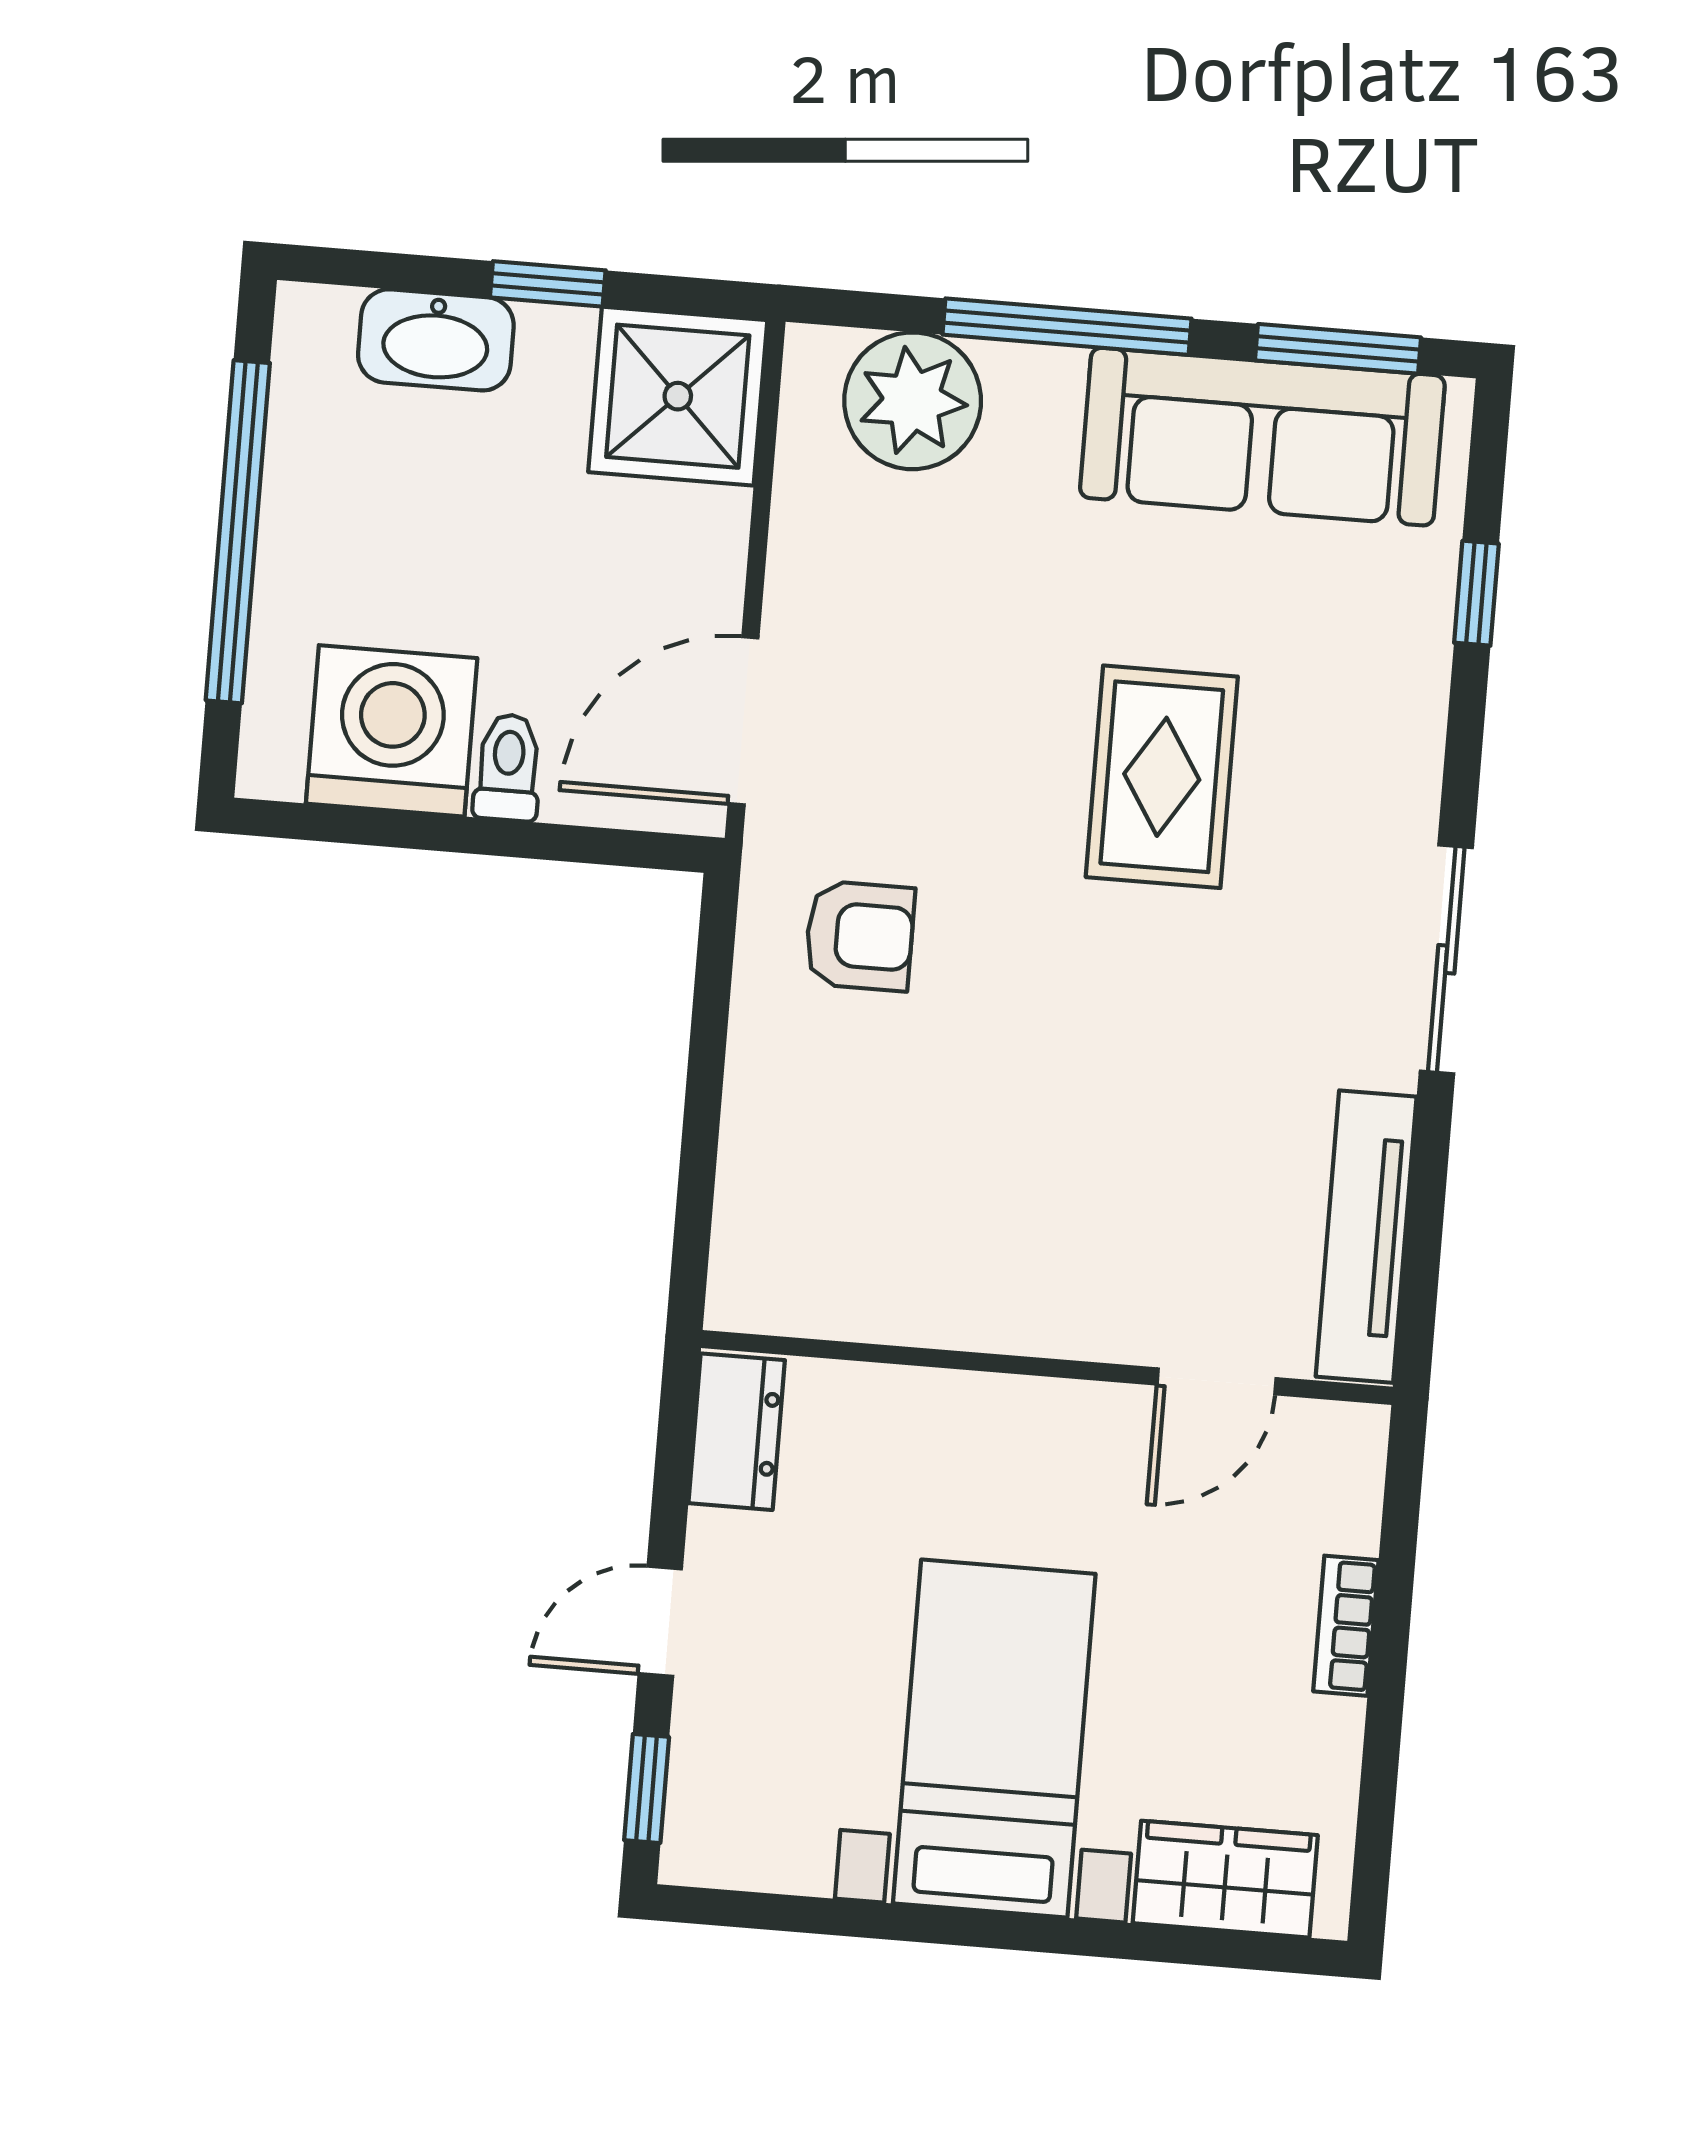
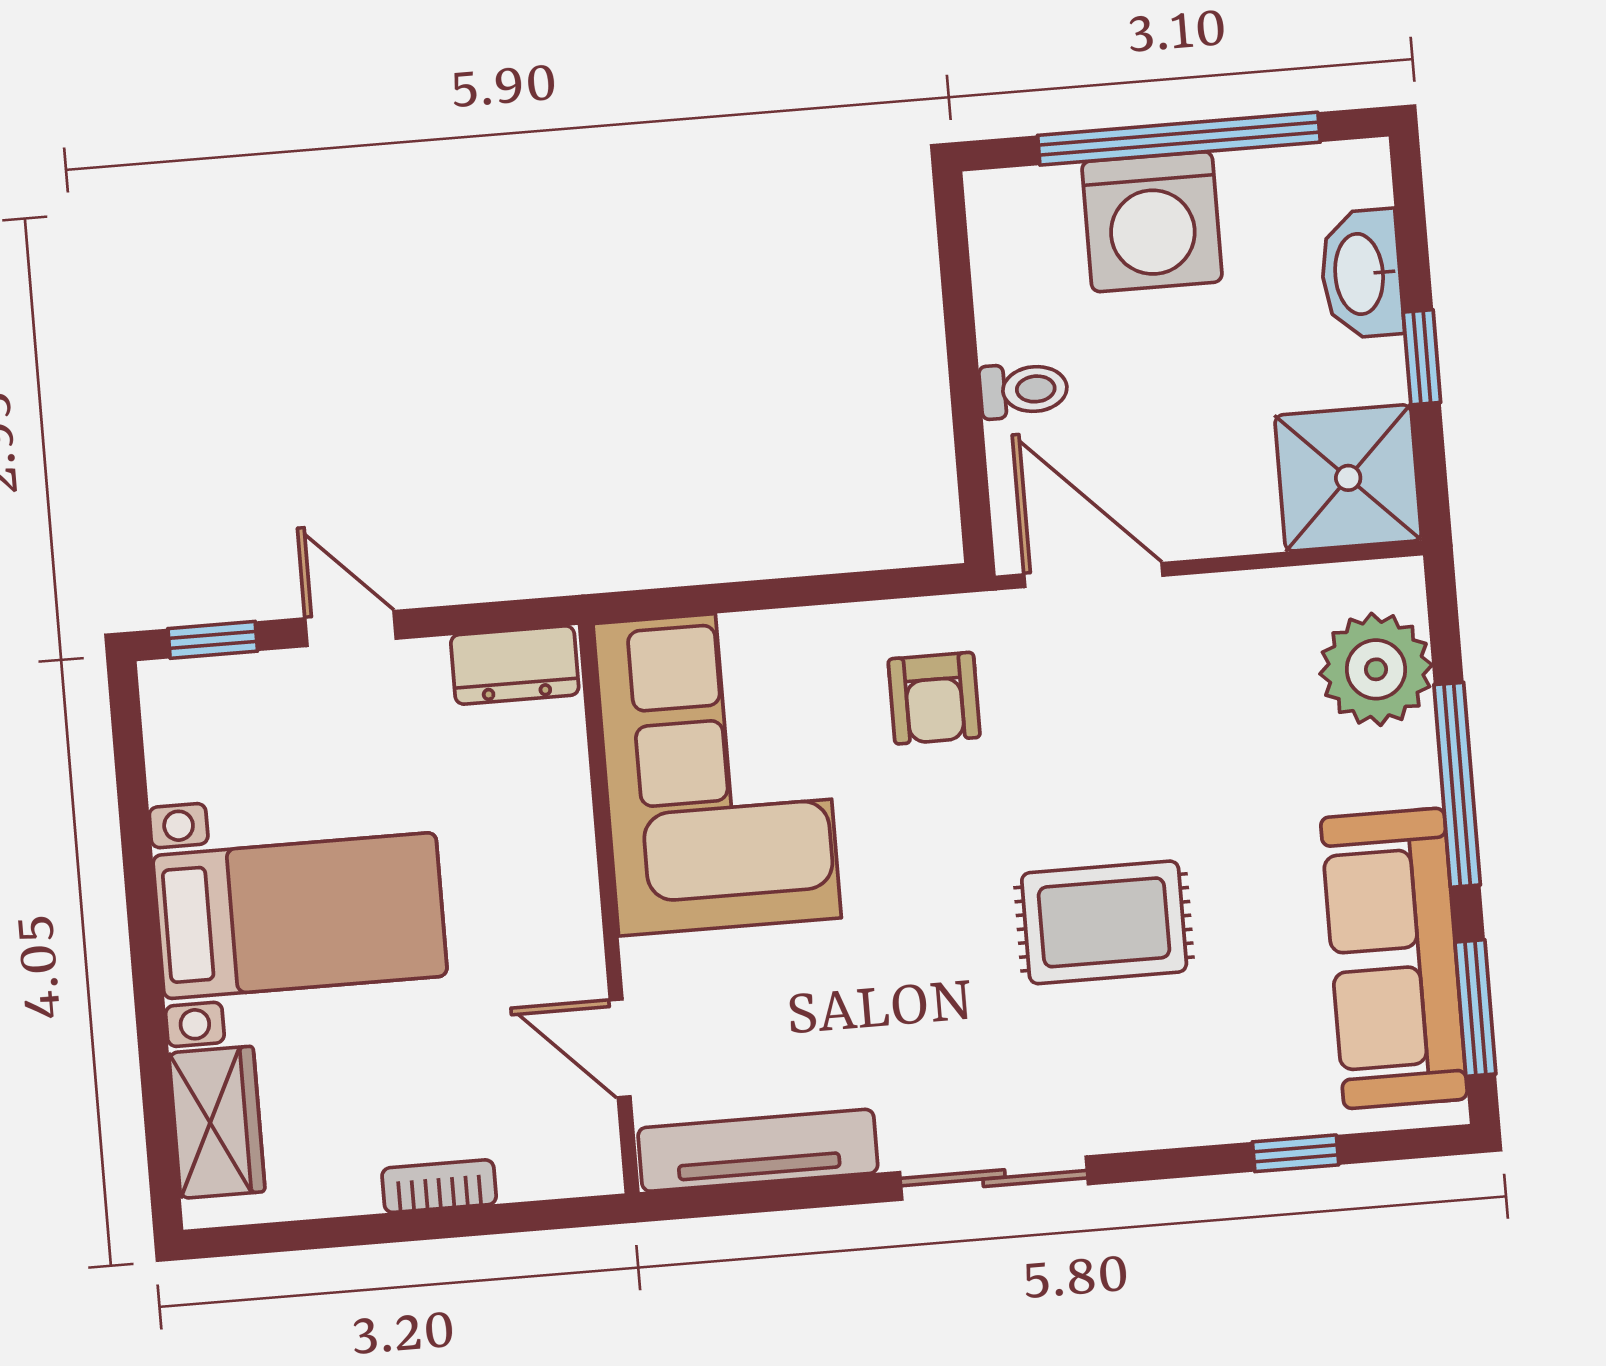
washing machine: (392, 731) -> (1152, 222), moved, turned 90
corner sofa: (903, 1210) -> (717, 771), added

